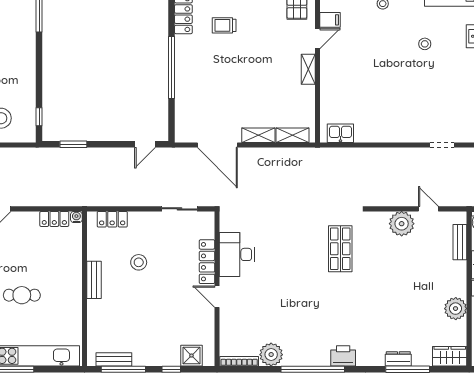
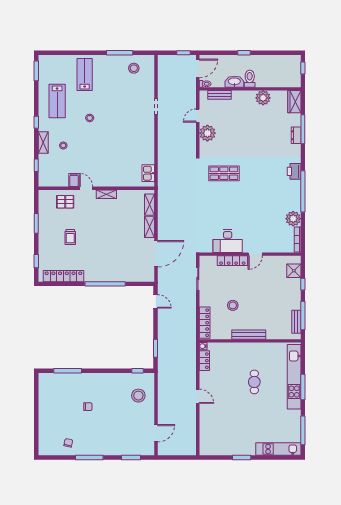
trolley: (224, 25) -> (70, 237), moved
locker: (112, 219) -> (205, 323), width x1.53
bench: (94, 280) -> (249, 335), width x1.36

